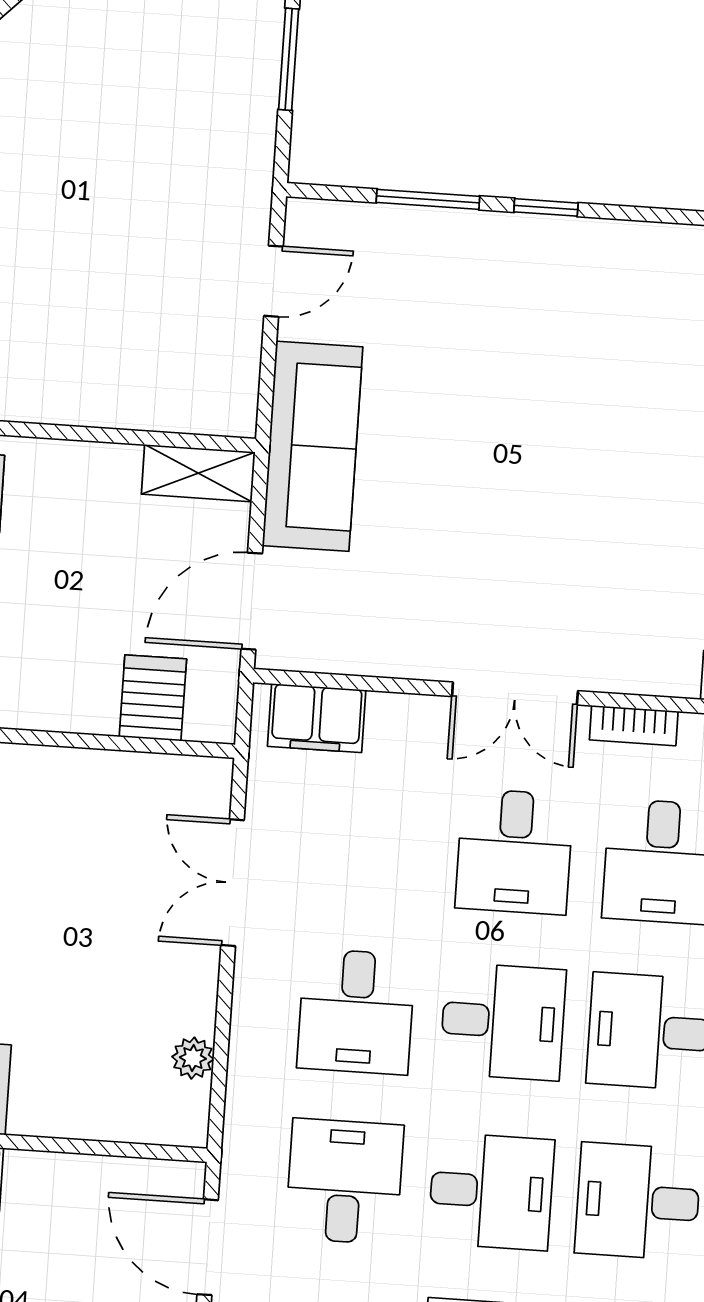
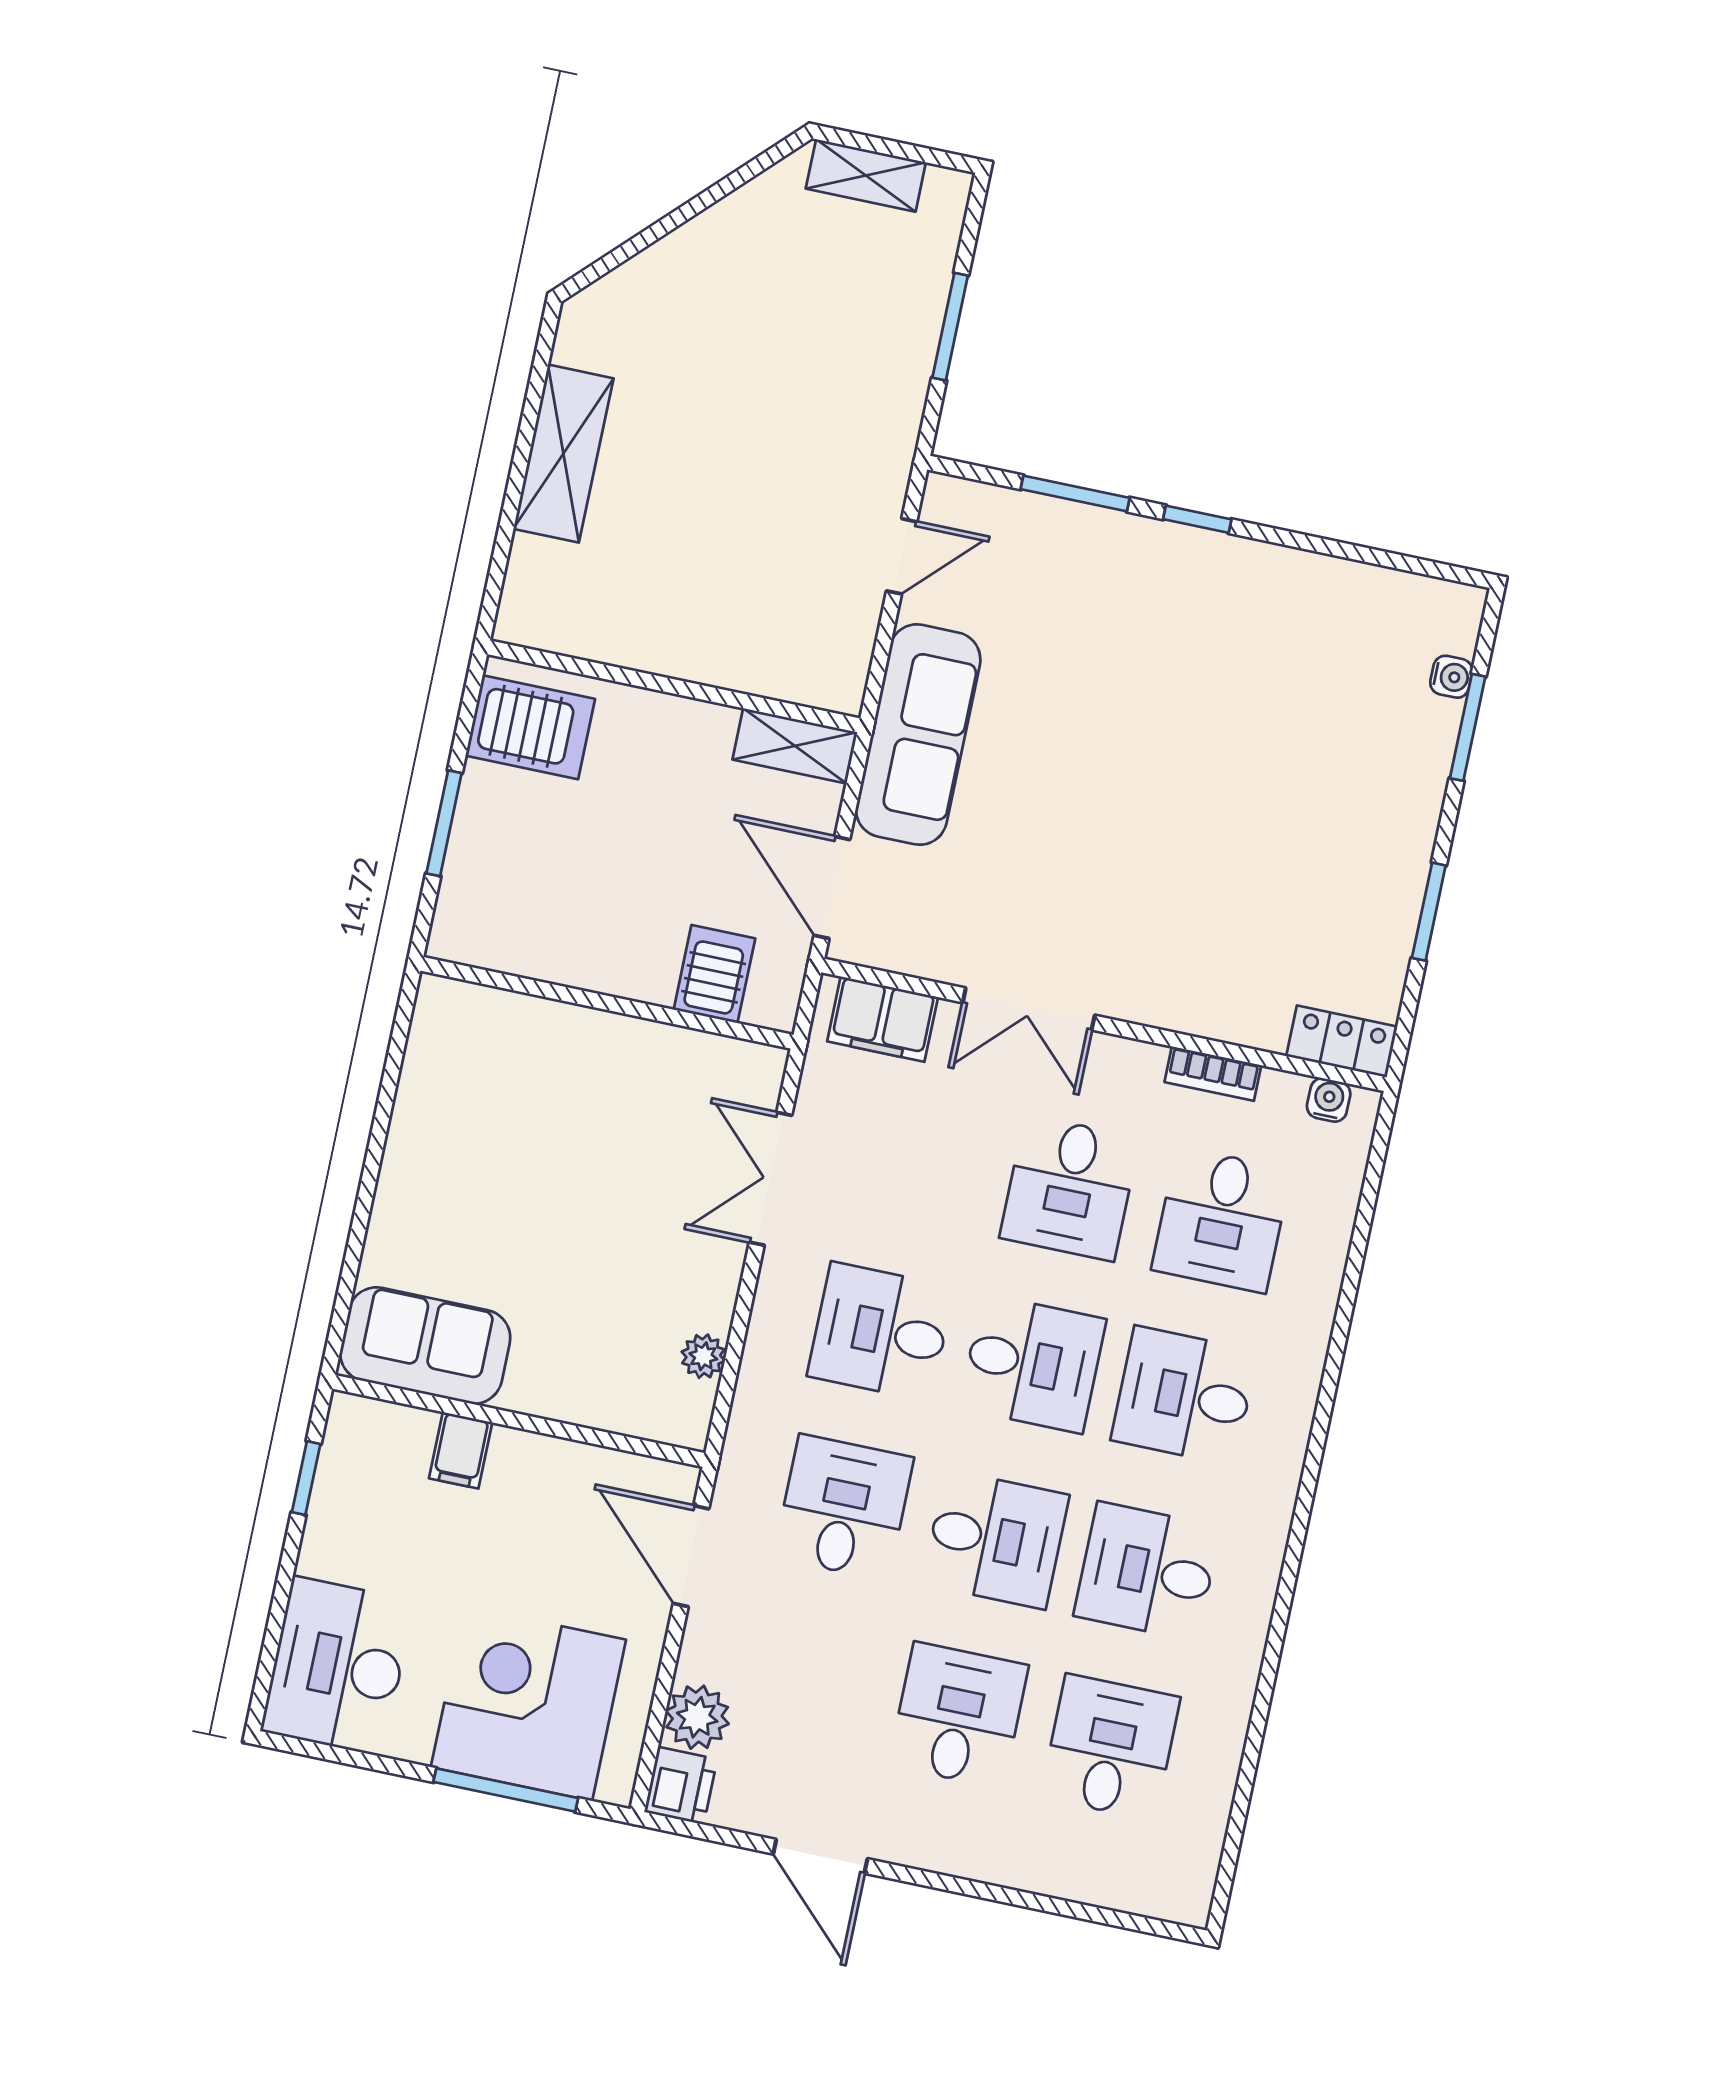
door: (252, 601) -> (832, 887), hinge flipped
double door: (515, 694) -> (1029, 1009), moved
desk: (356, 1012) -> (881, 1332), turned 90

